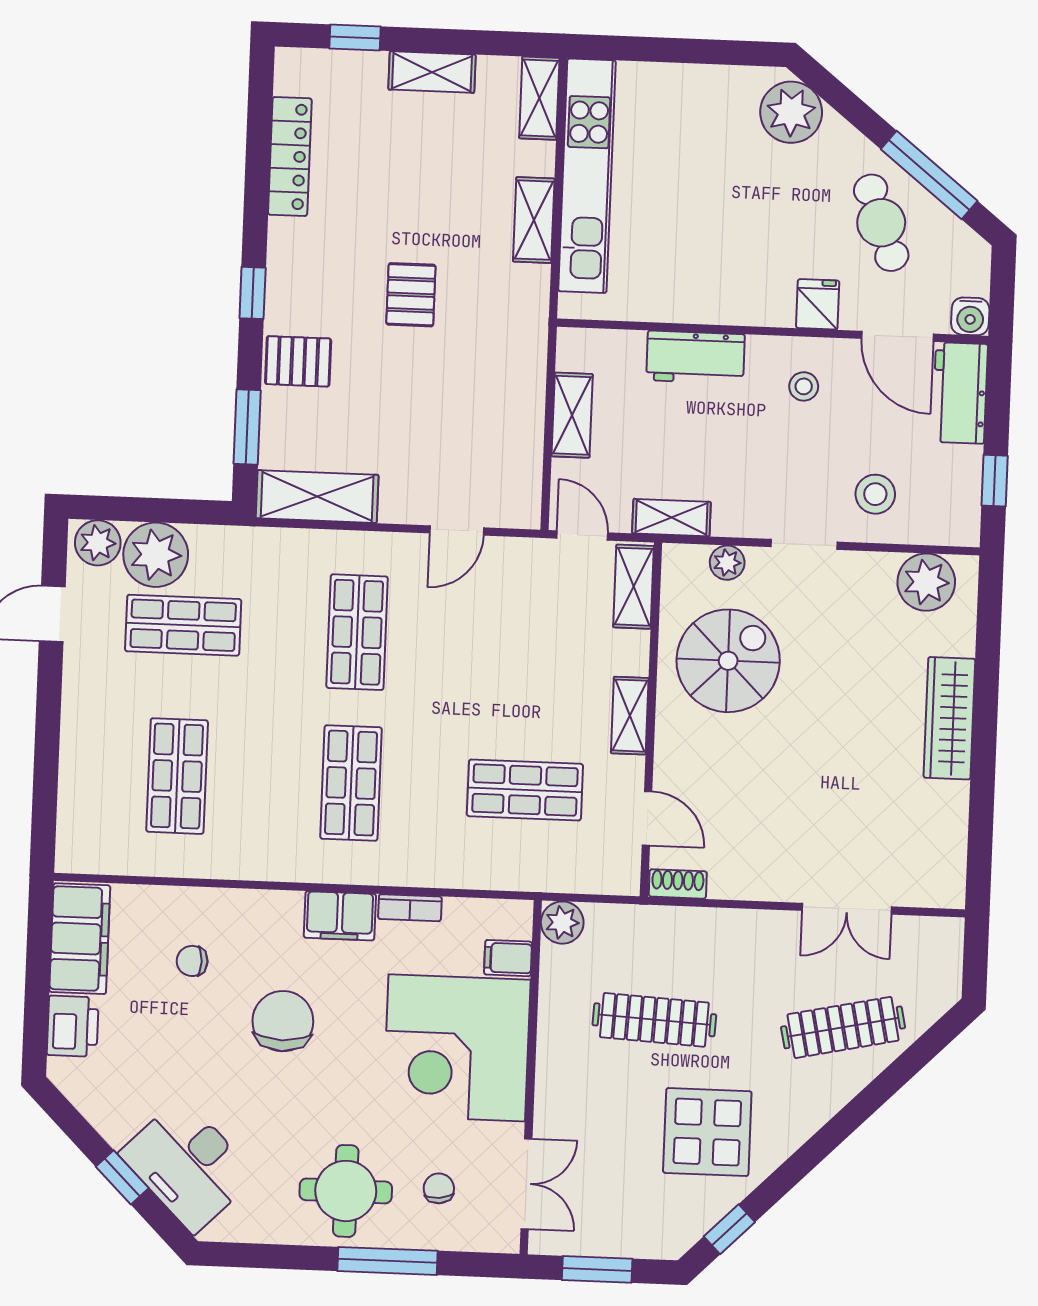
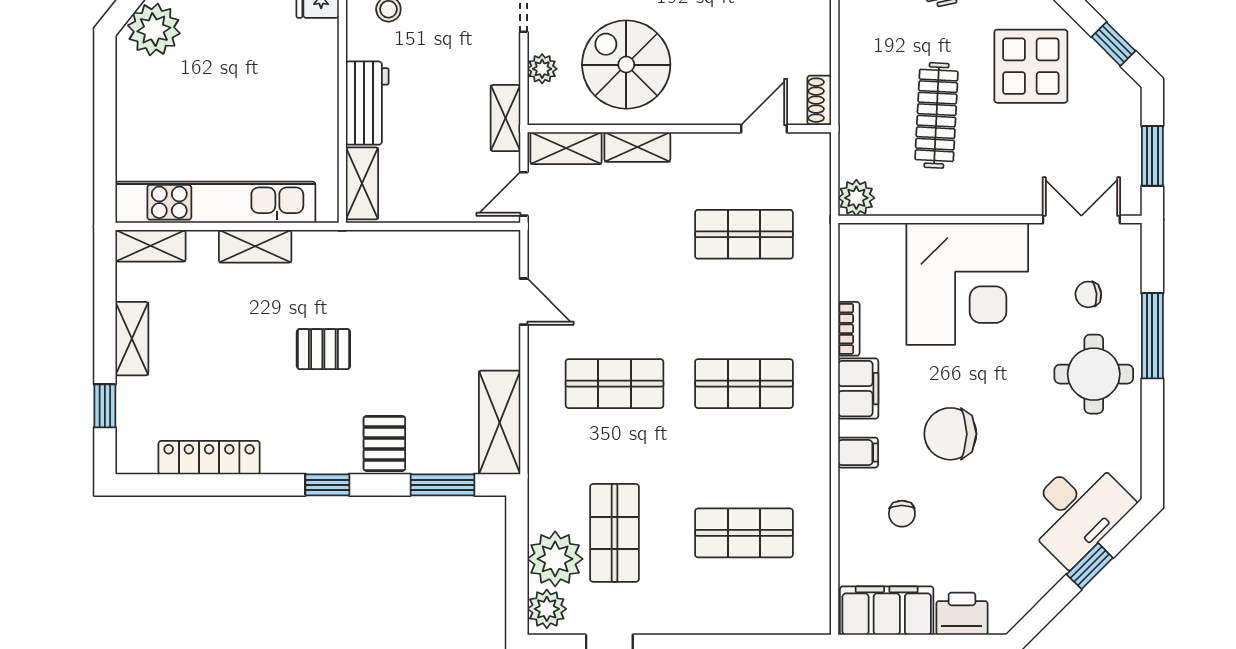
shelving: (572, 415) -> (362, 183), moved, turned 90
shelving: (630, 716) -> (637, 147), moved
shop shelf: (525, 790) -> (744, 234), turned 90
filing cabinet: (508, 958) -> (858, 453), moved, turned -90

